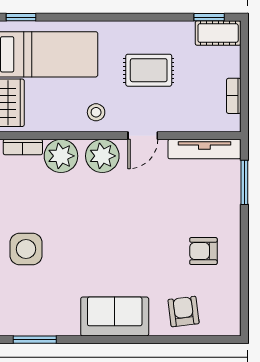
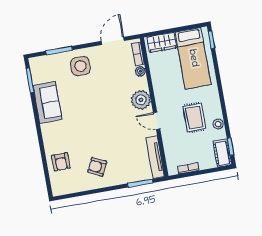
stool: (96, 112) -> (218, 124), moved
plant: (61, 156) -> (140, 71), width x0.53, depth x0.53
armchair: (203, 251) -> (97, 167), turned -64
armchair: (184, 312) -> (61, 162), turned 96
sofa: (115, 316) -> (47, 102), moved

